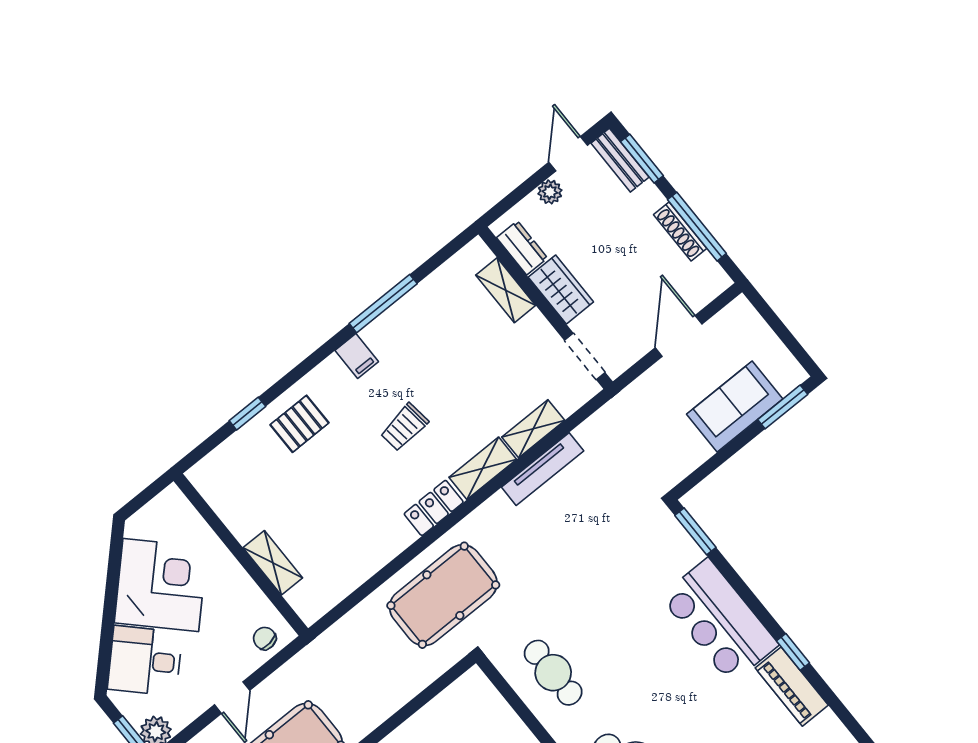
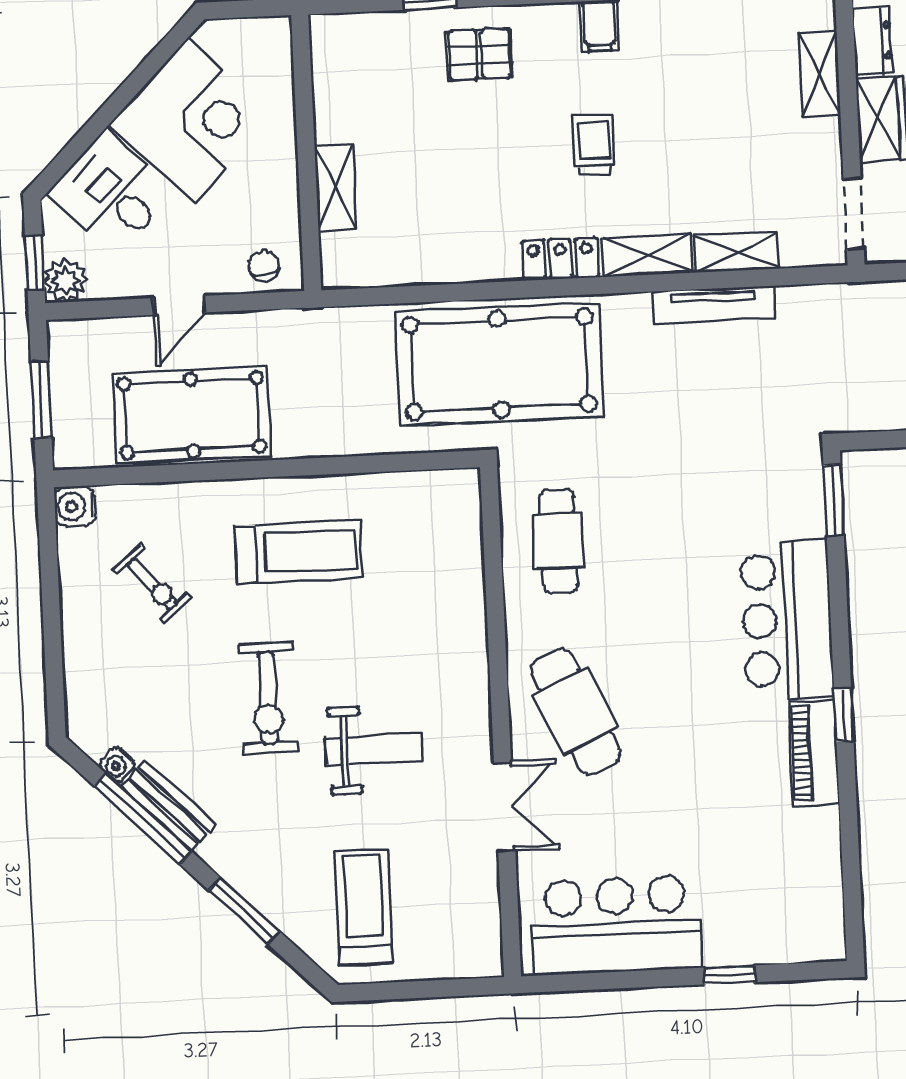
trolley: (404, 427) -> (594, 144), turned 97
pool table: (443, 595) -> (499, 364), width x1.36, depth x1.32

